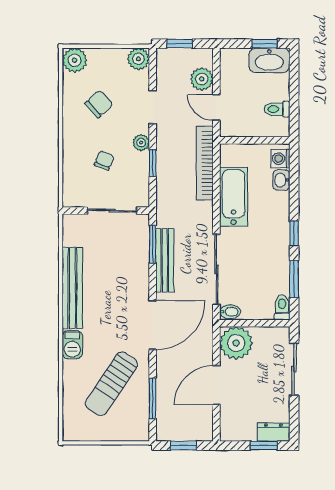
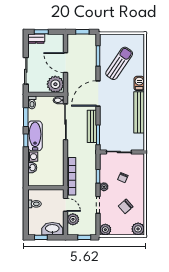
washbasin: (269, 60) -> (52, 229), moved
washing machine: (280, 159) -> (33, 157), moved
bathtub: (234, 197) -> (35, 136), moved, turned 180
door: (216, 385) -> (65, 63), swing flipped

